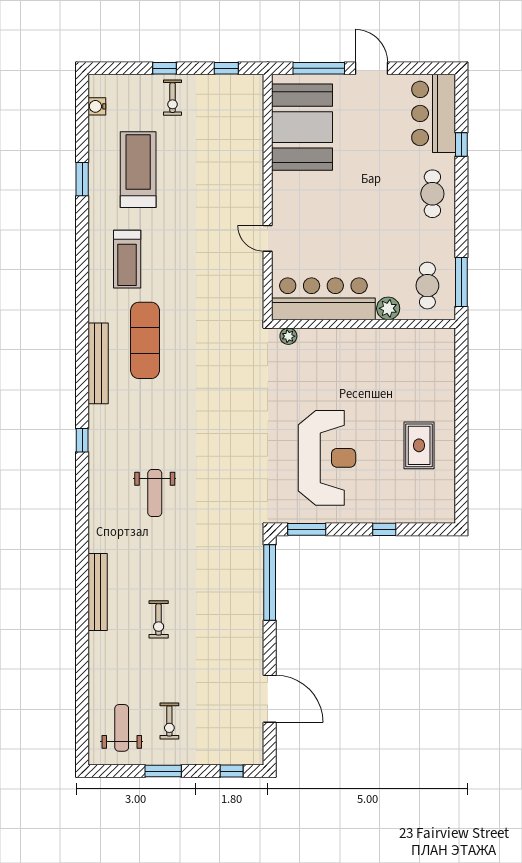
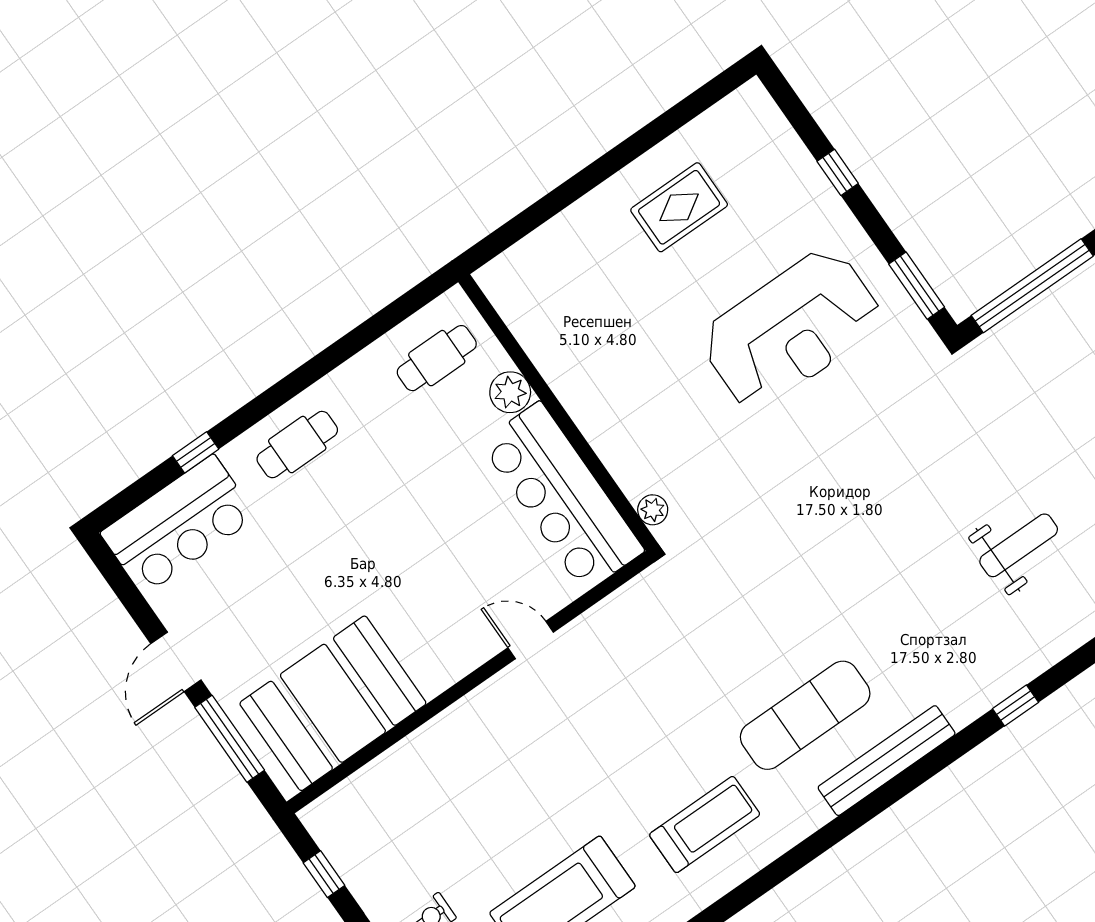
door: (268, 238) -> (531, 640), swing flipped
window: (461, 282) -> (397, 312), removed
reception desk: (327, 458) -> (791, 329), turned 180

